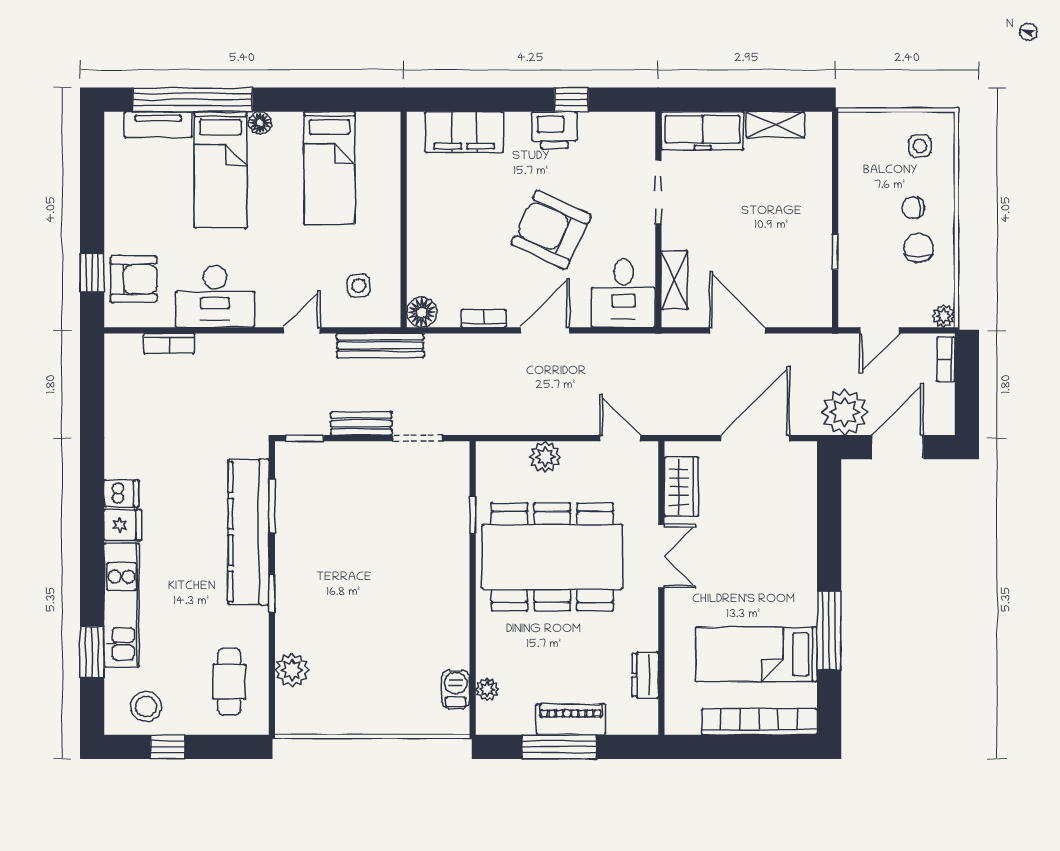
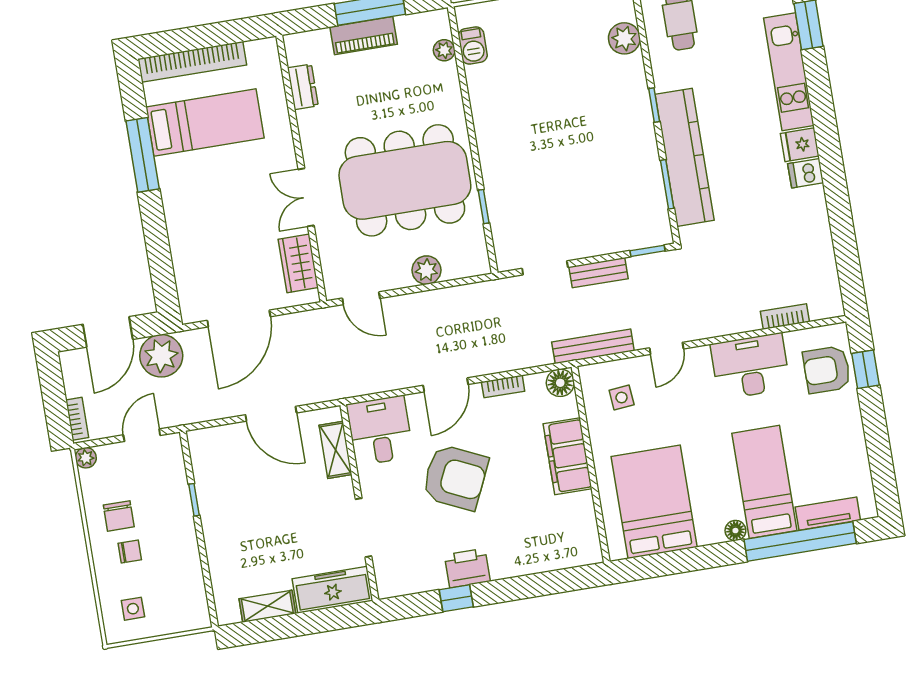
filing cabinet: (464, 132) -> (567, 456), moved, turned -90
bed: (329, 168) -> (654, 502), width x1.50

